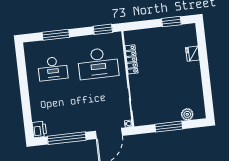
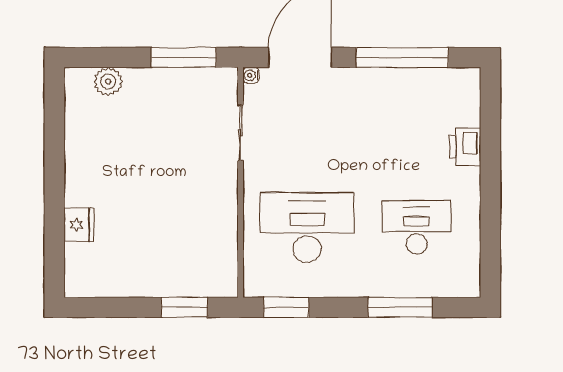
window: (171, 22) -> (184, 307), moved
locker: (131, 59) -> (226, 228), removed
window: (169, 127) -> (184, 57), moved
printer: (39, 129) -> (465, 147), moved

